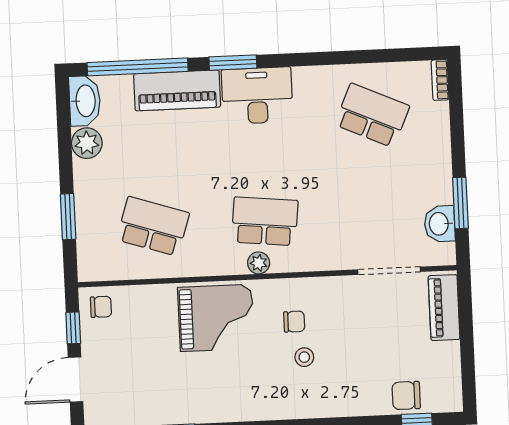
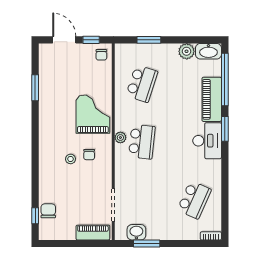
grand piano: (216, 318) -> (93, 114), turned 180

